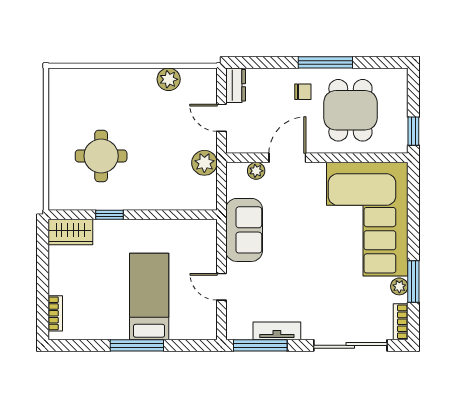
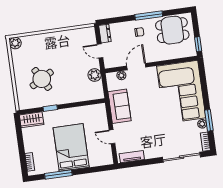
plant: (169, 79) -> (15, 43), moved
dining table: (350, 110) -> (172, 30), moved, turned 90
round table: (101, 156) -> (42, 79), turned -30
bed: (149, 296) -> (71, 147), width x1.50
tv unit: (277, 331) -> (132, 157), moved
window: (137, 345) -> (58, 174), moved
window: (260, 345) -> (136, 164), removed

